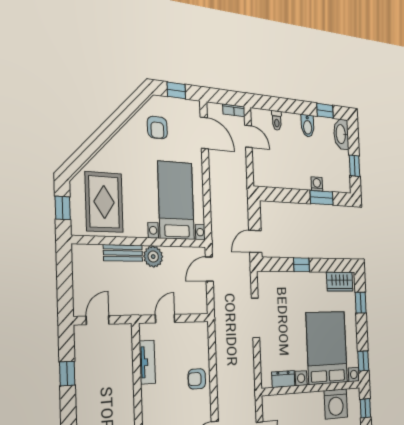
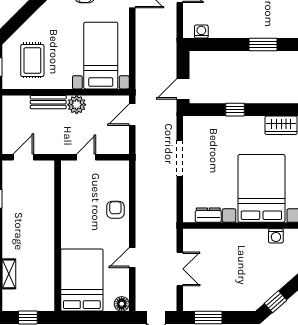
washing machine: (317, 184) -> (201, 32), moved
rug: (104, 202) -> (32, 60), width x0.73, depth x0.70
tv unit: (147, 362) -> (68, 193), removed
armchair: (197, 379) -> (115, 210), turned 90
washing machine: (336, 404) -> (276, 236), width x0.53, depth x0.53

